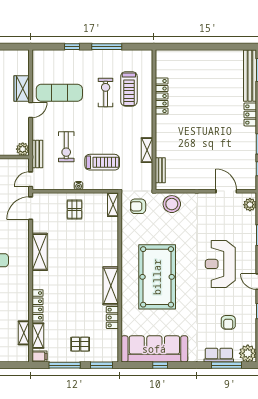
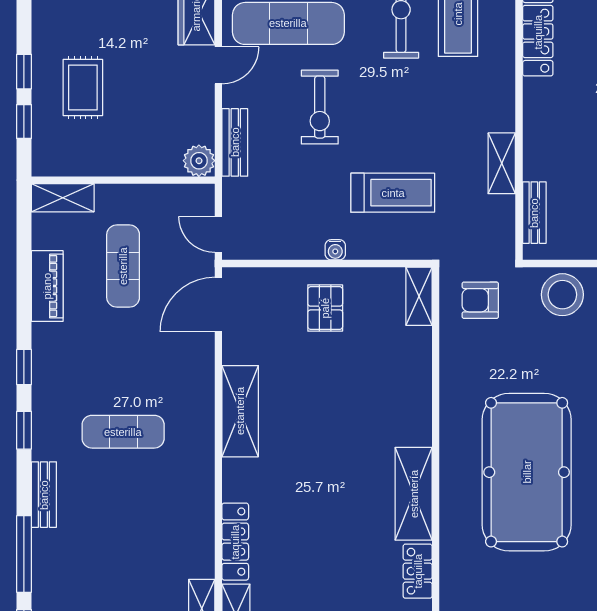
exercise bike: (66, 147) -> (320, 107), moved
bench: (37, 154) -> (235, 142), moved
door: (31, 179) -> (218, 234), hinge flipped

